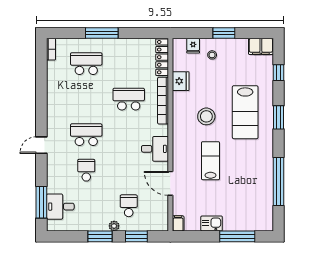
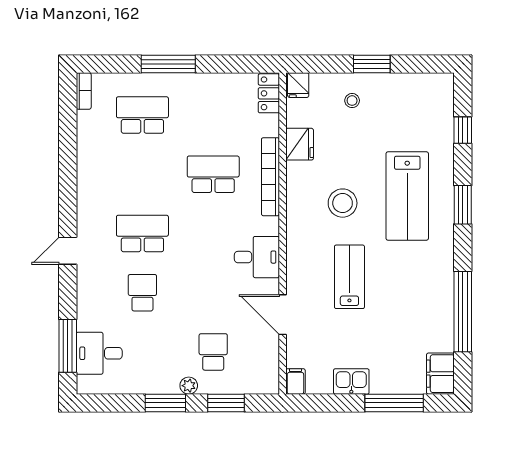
fridge: (193, 46) -> (298, 85), moved
filing cabinet: (261, 46) -> (440, 374), moved, turned 90
locker: (162, 57) -> (269, 93), width x0.66

